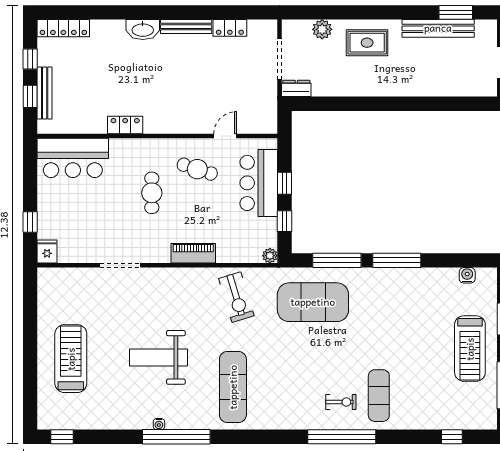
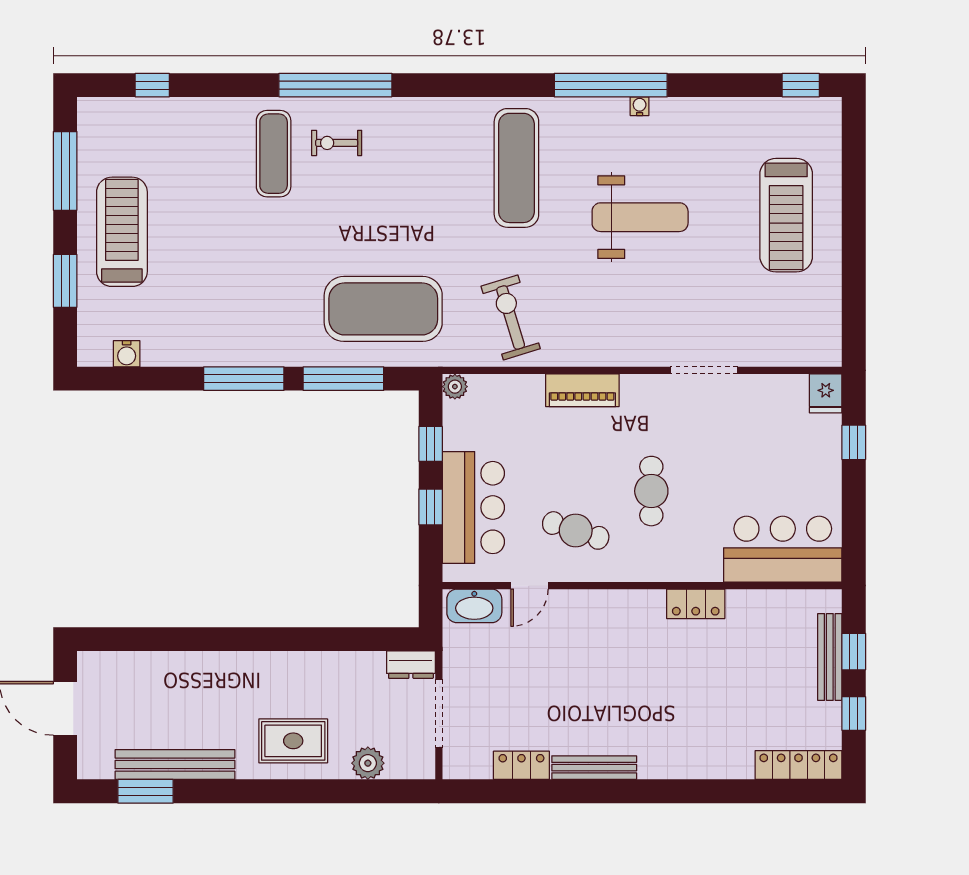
washbasin: (143, 30) -> (474, 606), moved, turned 180

